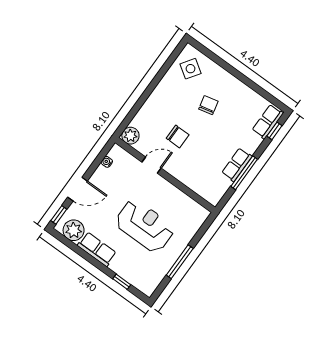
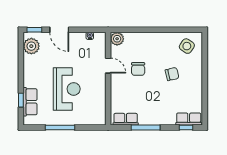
row of seats: (237, 165) -> (126, 119), moved
row of seats: (97, 249) -> (30, 102), moved

